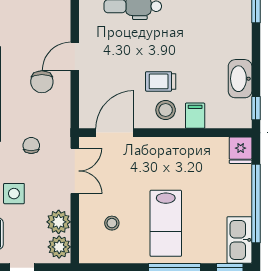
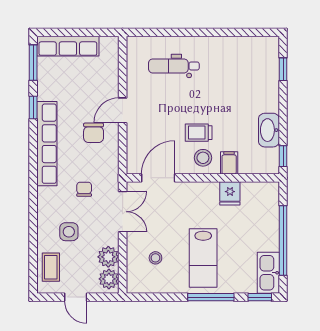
fridge: (241, 150) -> (230, 193), moved

